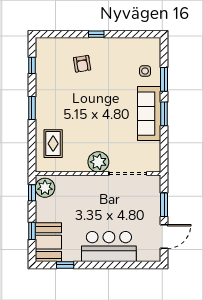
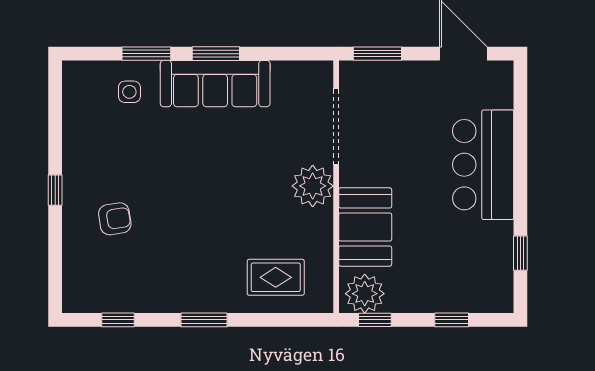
window: (164, 205) -> (377, 54), moved
booth: (48, 242) -> (365, 227), moved, turned 90

